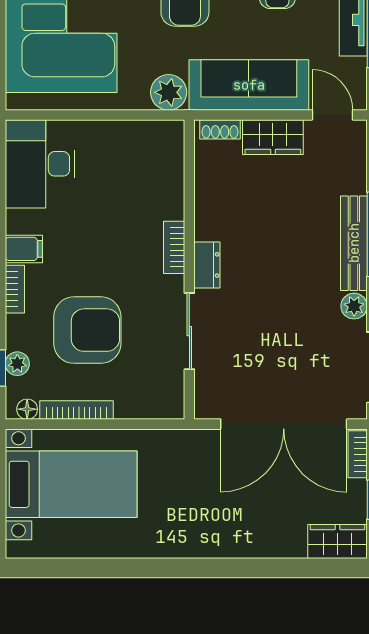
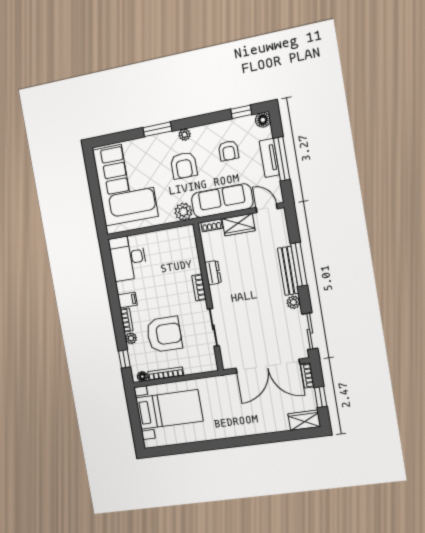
dresser: (207, 265) -> (213, 273), moved
plant: (17, 364) -> (131, 338), moved

